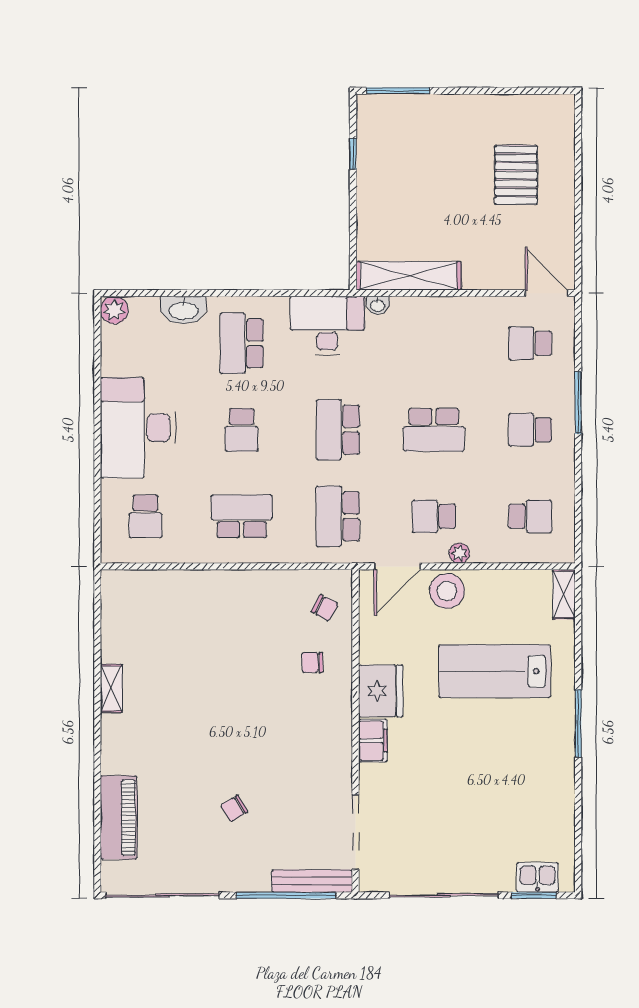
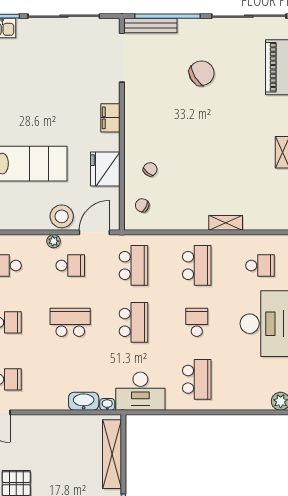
shelving: (409, 276) -> (112, 454), moved, turned 90
washbasin: (183, 310) -> (84, 401), moved
school desk: (145, 516) -> (260, 265), turned 90
school desk: (242, 516) -> (197, 265), turned -90
shelving: (198, 581) -> (226, 223), added
chair: (312, 663) -> (150, 169), turned -51
fridge: (381, 691) -> (105, 169), moved
chair: (234, 809) -> (202, 73), width x1.87, depth x1.87

